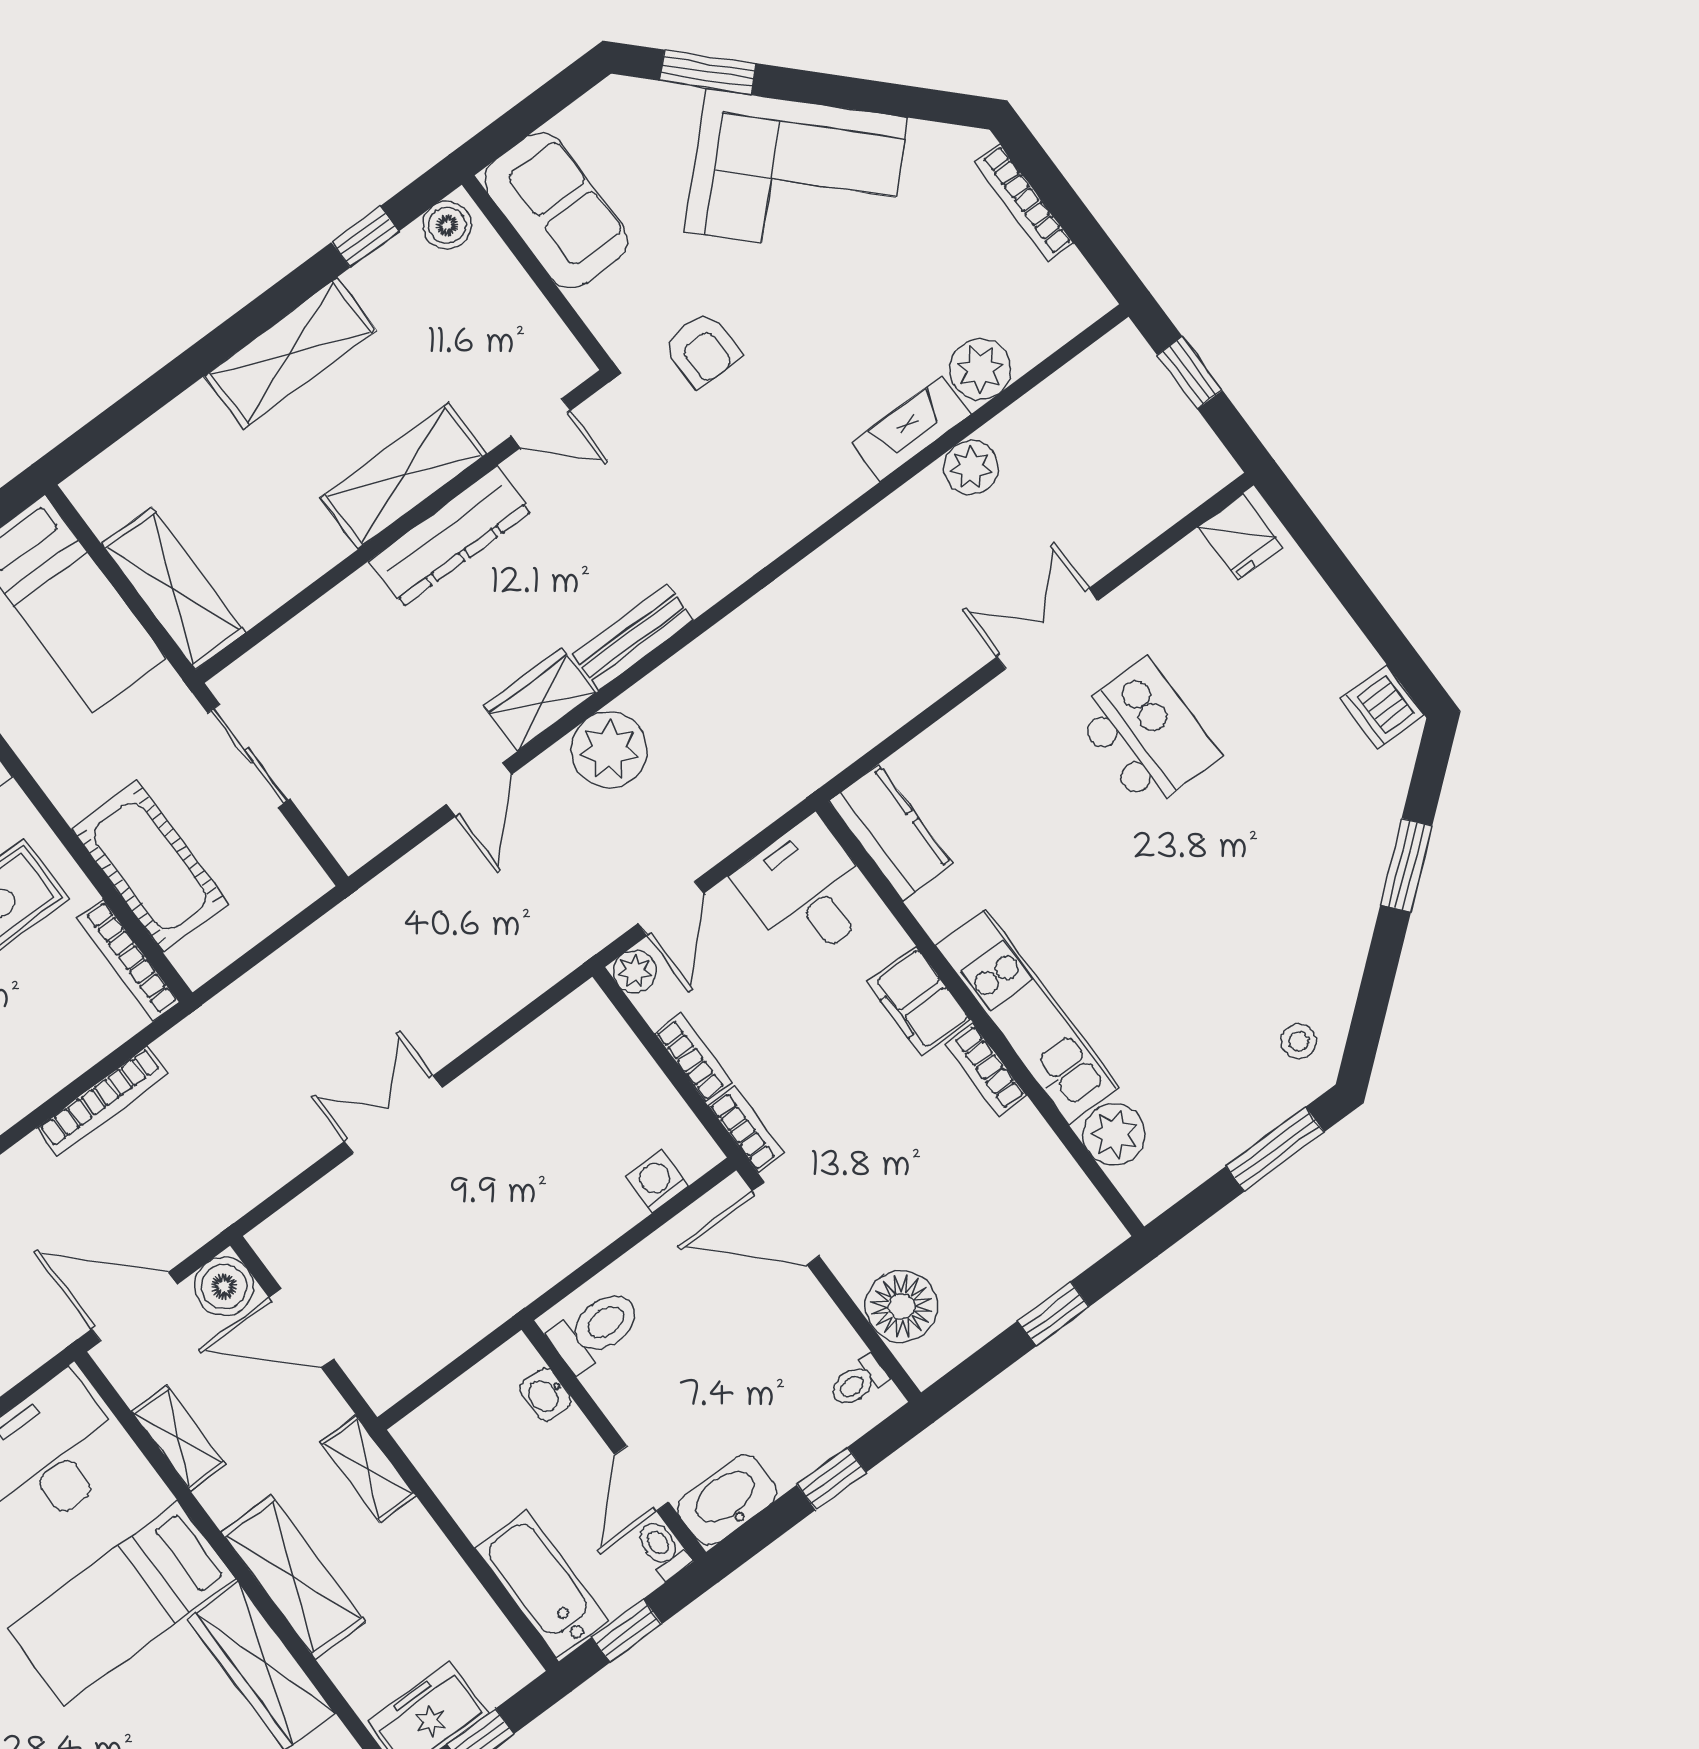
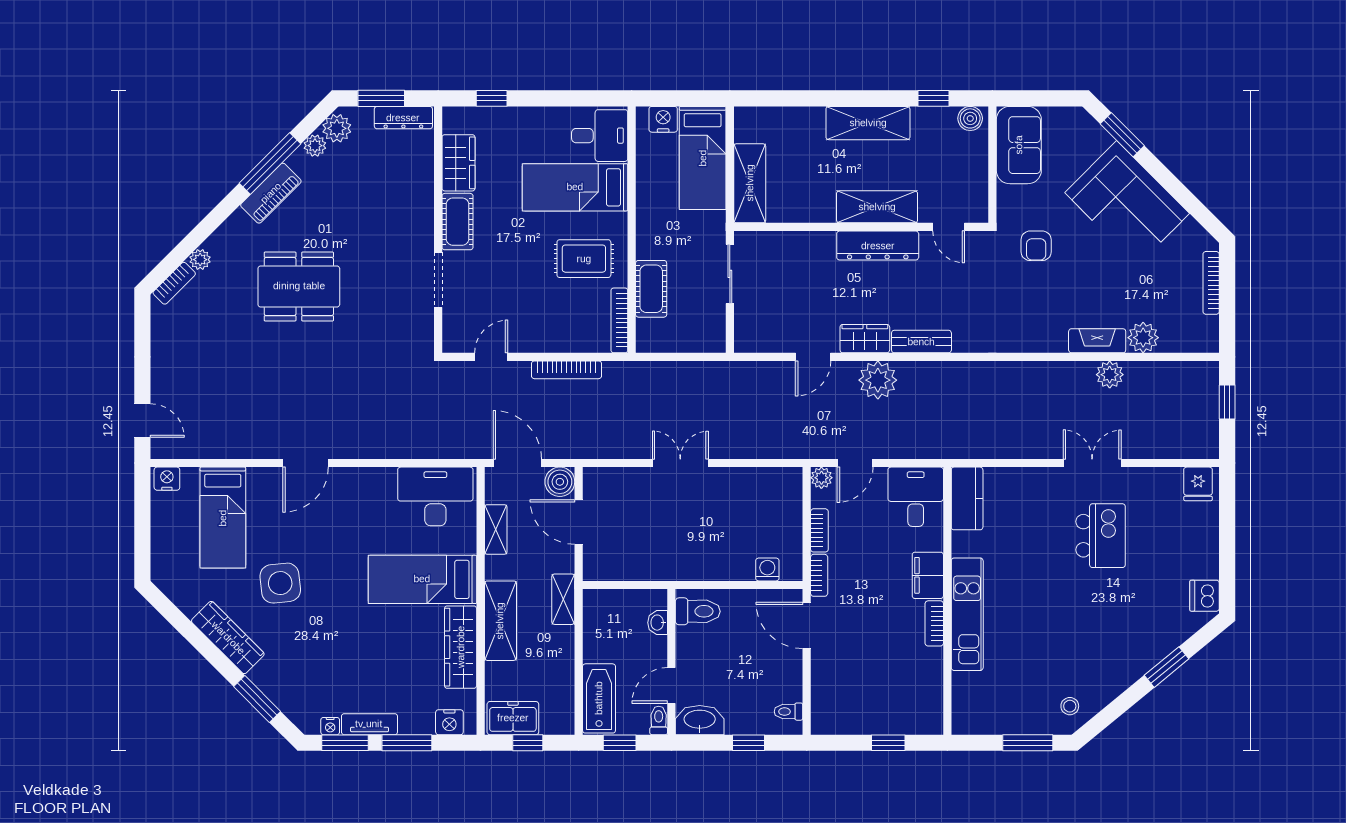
cot: (150, 866) -> (651, 289), width x0.73, depth x0.75
plant: (1114, 1134) -> (967, 688), removed
floor lamp: (901, 1306) -> (829, 694), removed

